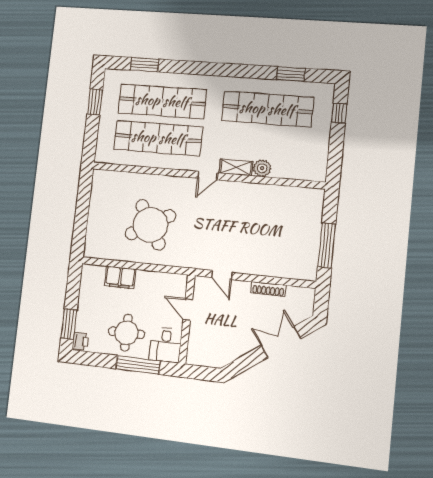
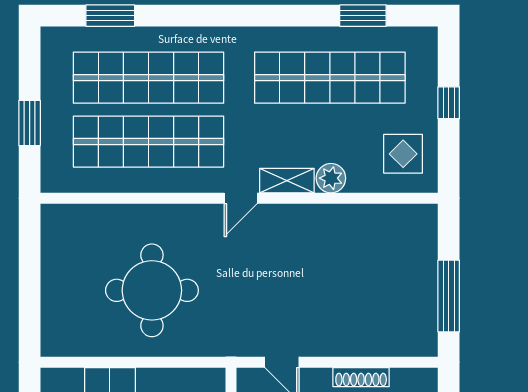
window: (95, 102) -> (30, 123), moved
window: (339, 113) -> (449, 103), moved
display table: (307, 157) -> (403, 154), added
round table: (150, 225) -> (152, 290), turned 30

